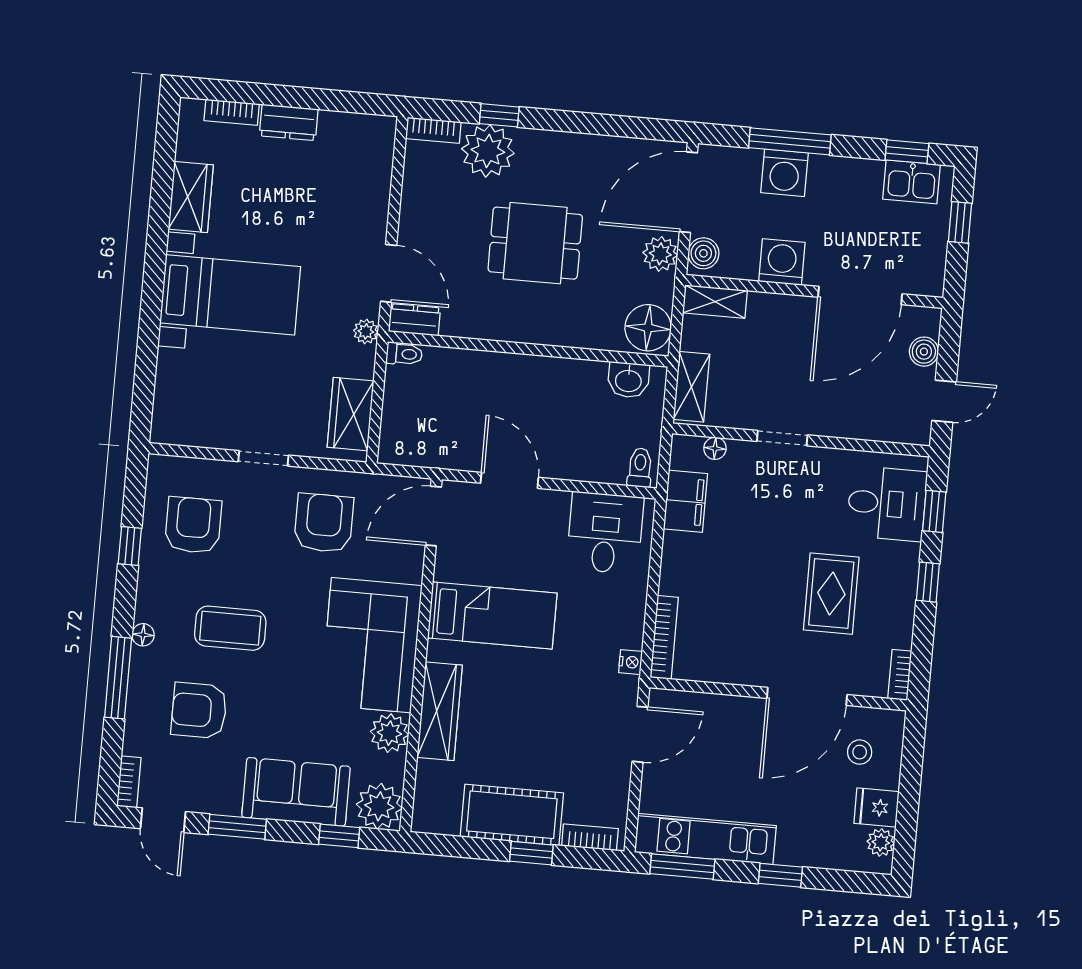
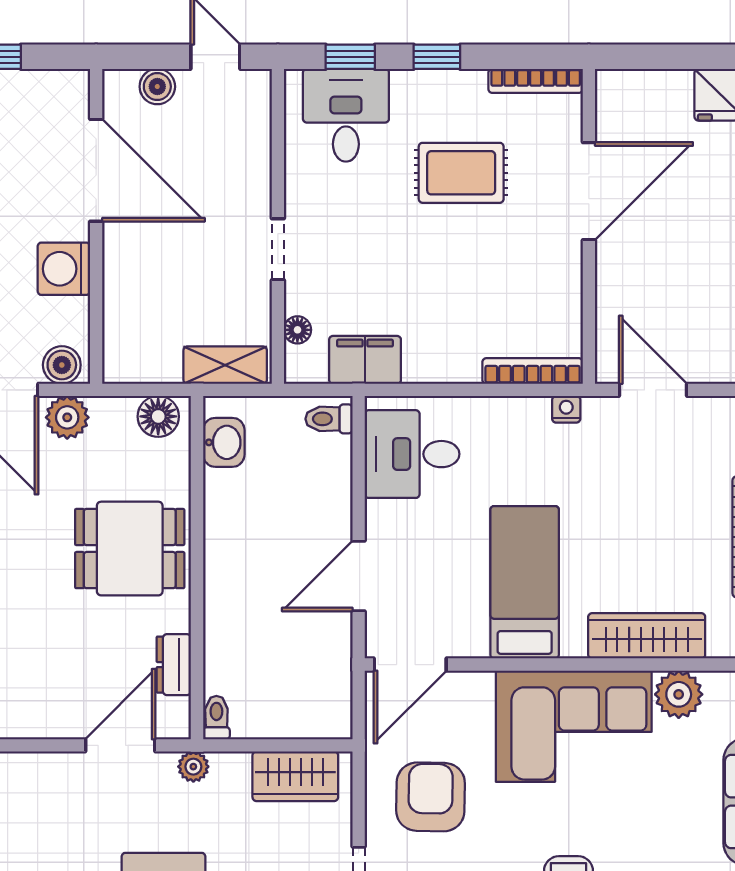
dining table: (535, 243) -> (130, 549), moved, turned 90
shelving: (715, 302) -> (119, 346), removed
dresser: (414, 320) -> (174, 665), moved
floor lamp: (648, 328) -> (158, 416), width x0.73, depth x0.73
door: (433, 516) -> (410, 665), hinge flipped
armchair: (324, 523) -> (431, 797), turned 91
bookcase: (900, 675) -> (536, 81), width x1.56
door: (807, 696) -> (589, 191), hinge flipped
stool: (860, 752) -> (651, 121), removed

